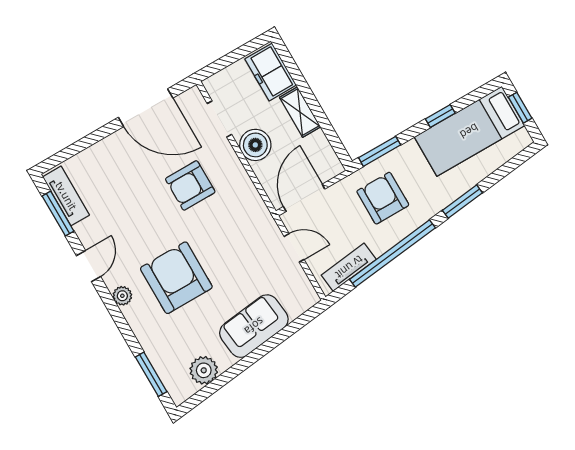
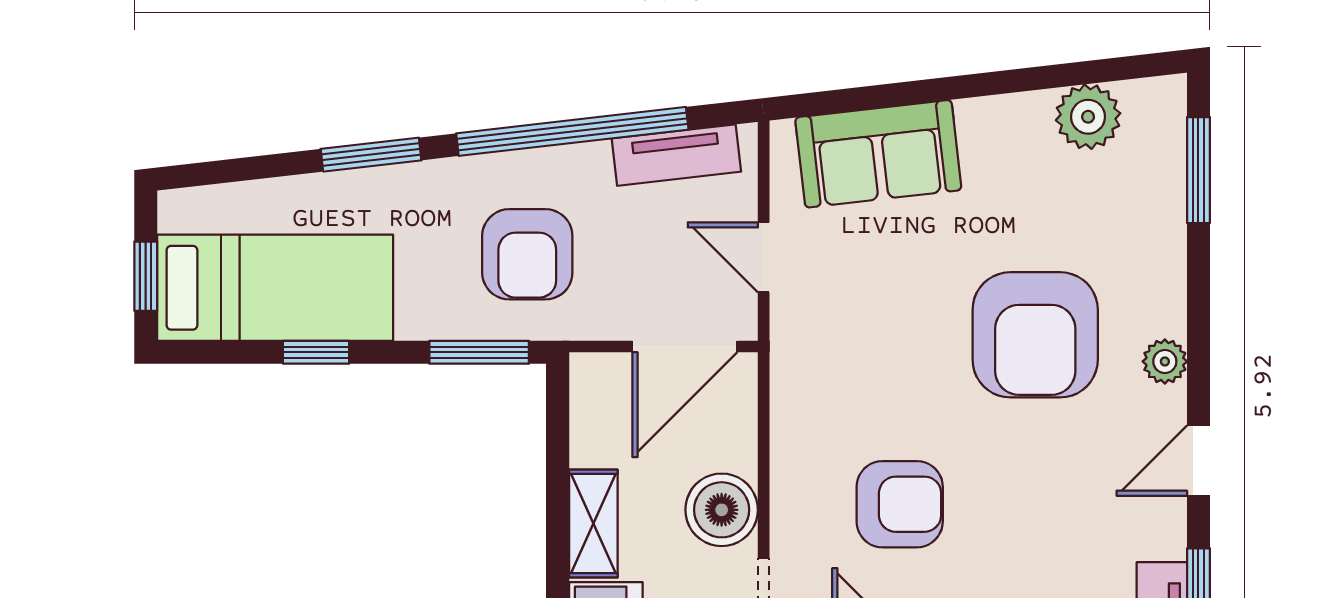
sofa: (254, 326) -> (878, 154), moved

